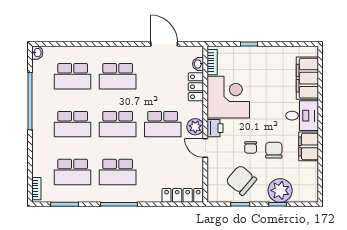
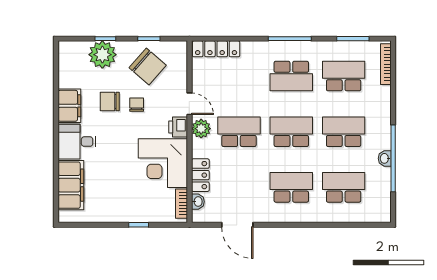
washbasin: (37, 53) -> (385, 158), moved
chair: (274, 150) -> (110, 101), turned 90
school desk: (118, 172) -> (291, 76), turned 180
bookcase: (36, 189) -> (386, 64), width x1.56

